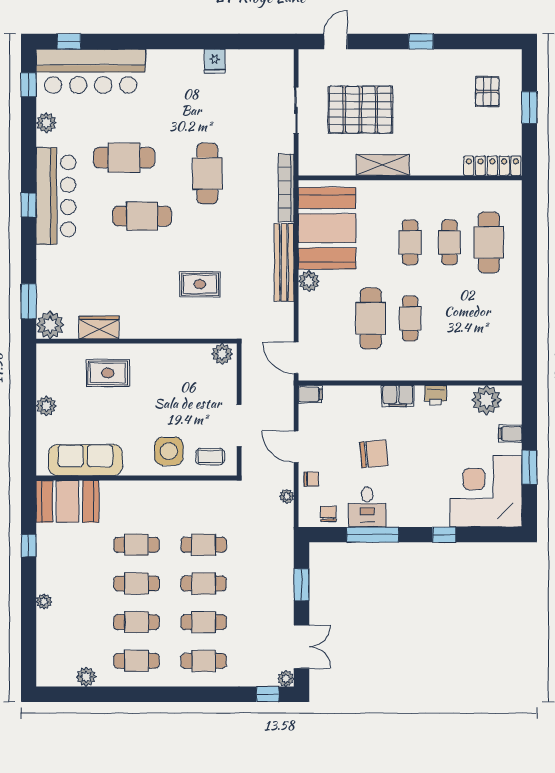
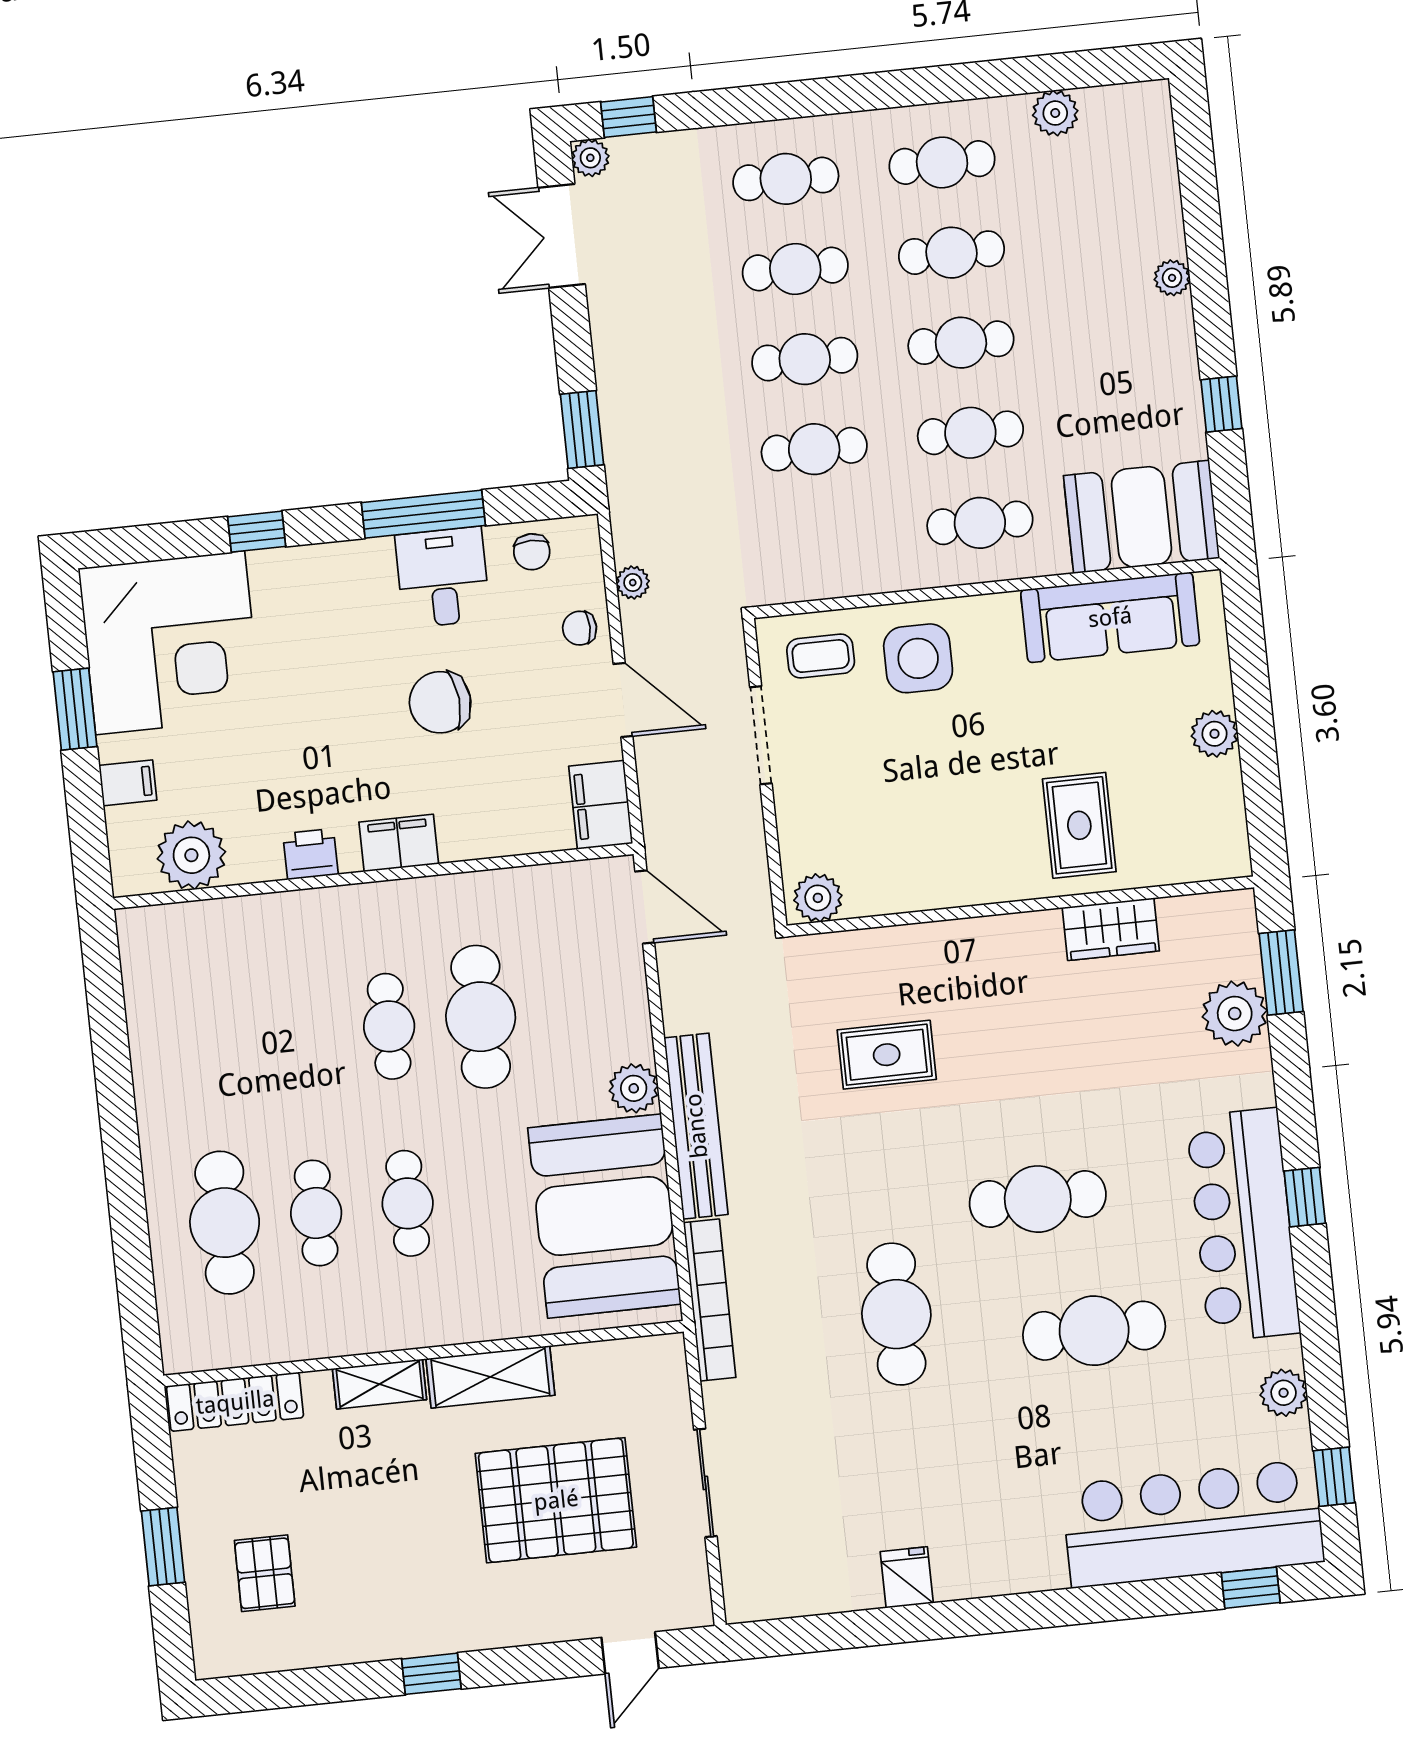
shelving: (430, 167) -> (380, 1384), added
plant: (50, 325) -> (1235, 1014), moved
rug: (108, 373) -> (1079, 825), turned 90
filing cabinet: (310, 394) -> (601, 805), width x2.00
cafe table: (137, 506) -> (980, 523), added
window: (301, 585) -> (582, 430), moved

